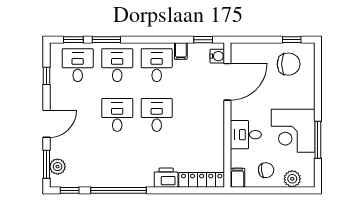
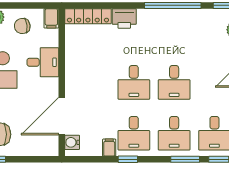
window: (203, 40) -> (128, 159), moved

